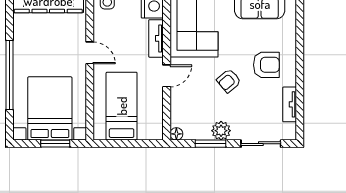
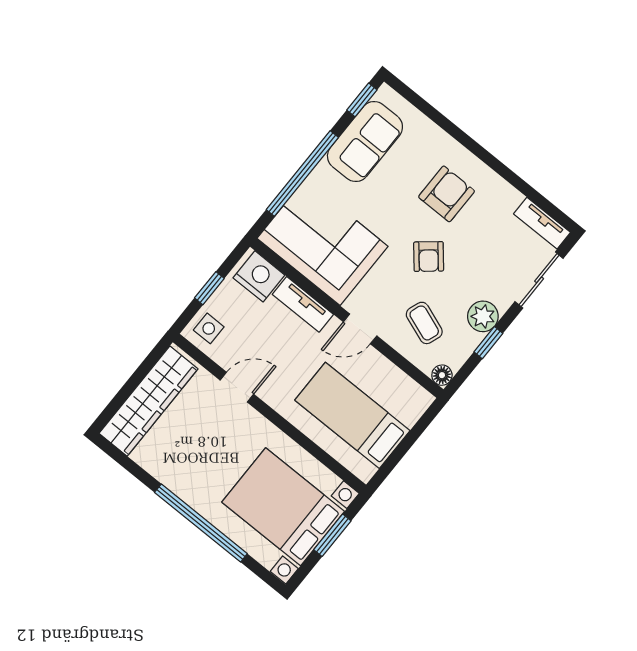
door: (90, 53) -> (237, 387), moved
door: (167, 76) -> (360, 329), swing flipped
tv unit: (290, 104) -> (542, 223), moved
coffee table: (195, 105) -> (424, 323), added
window: (210, 144) -> (488, 343), width x0.67

